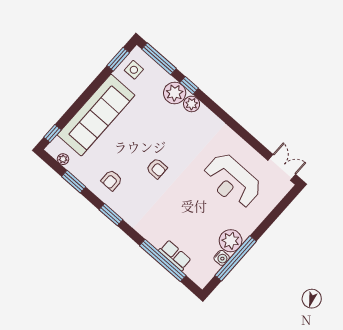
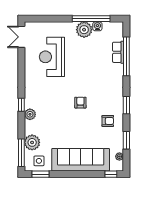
window: (189, 85) -> (21, 105), moved
plant: (175, 93) -> (32, 142), moved
reception desk: (232, 181) -> (52, 57), turned 180

